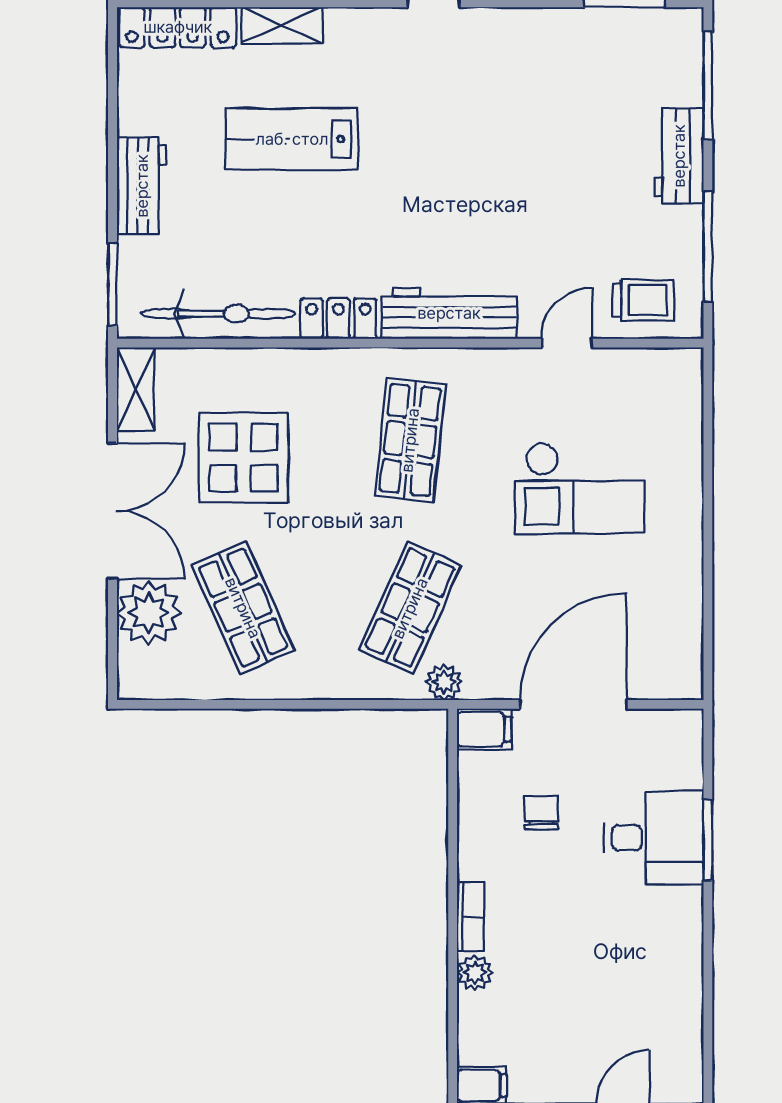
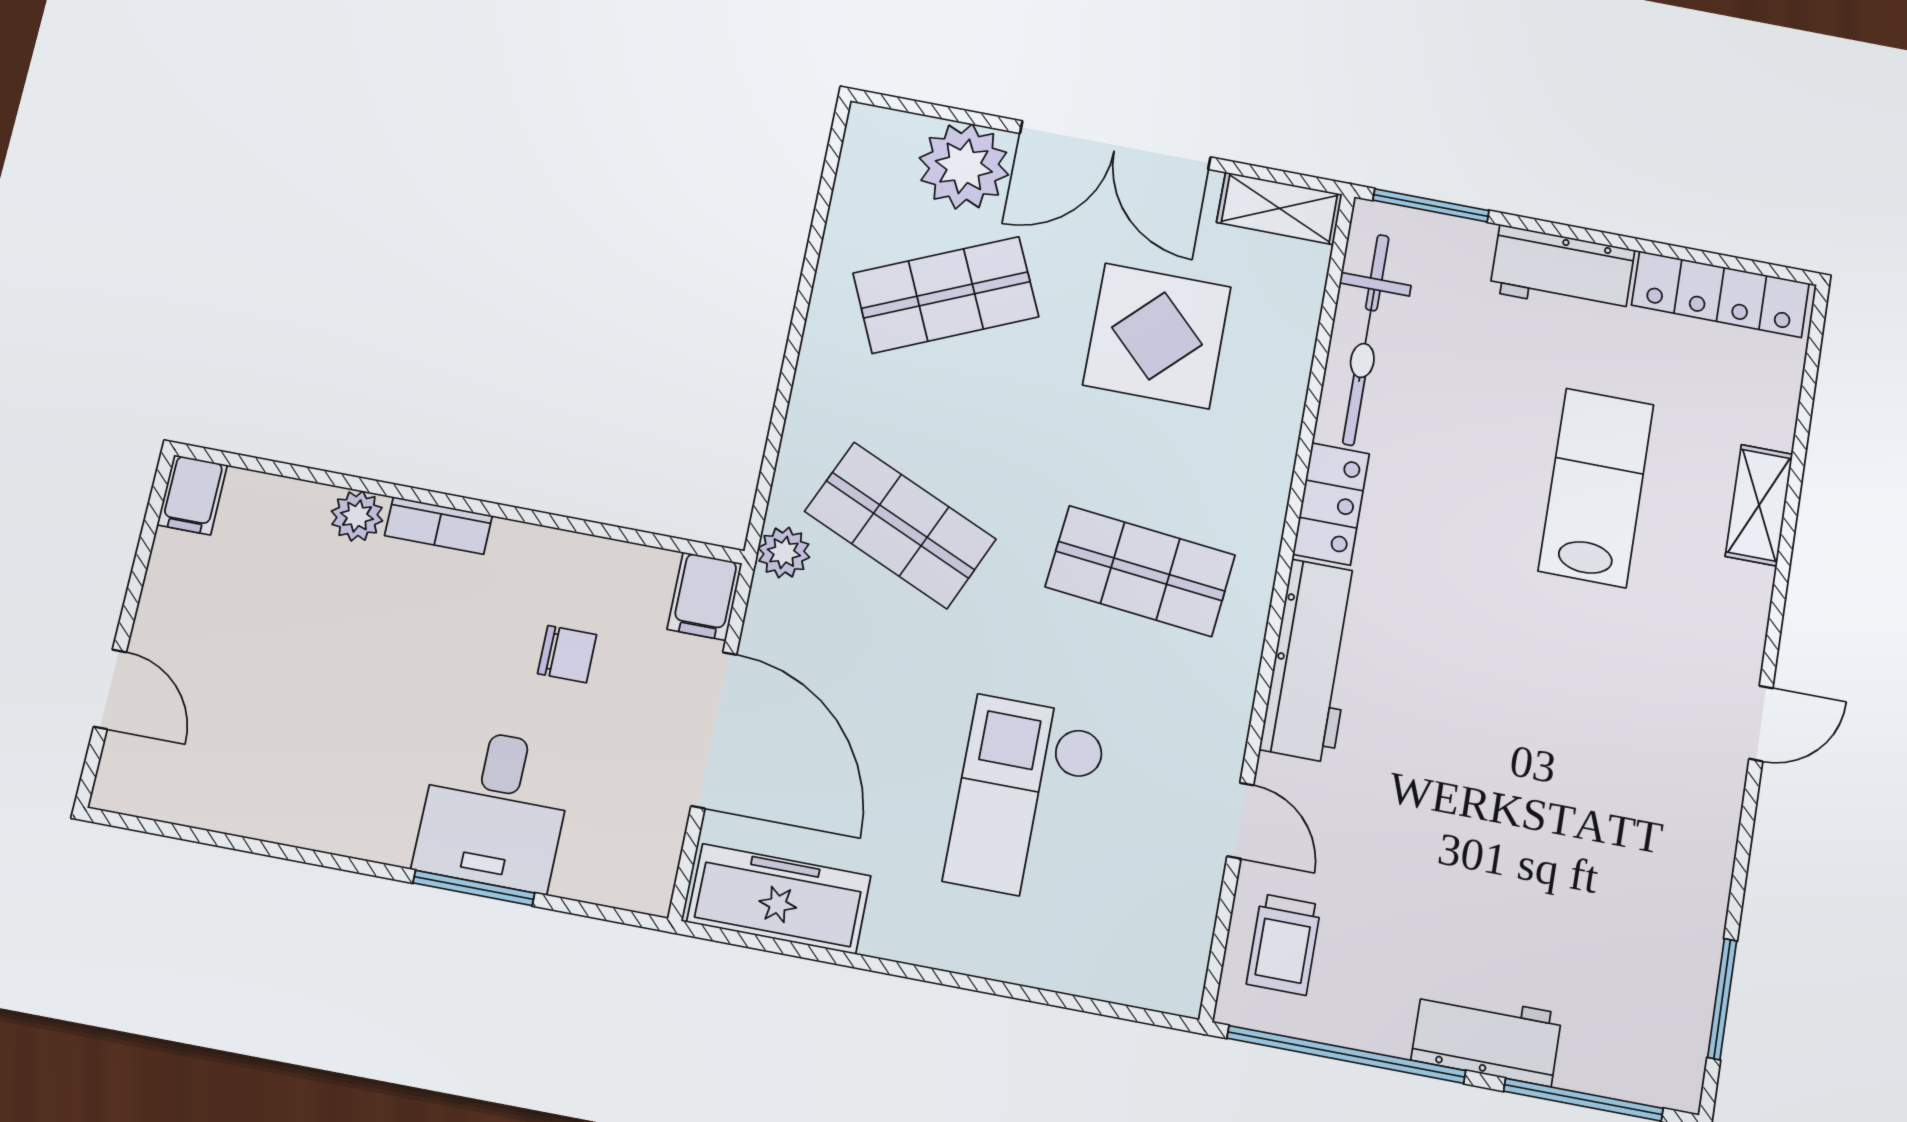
locker: (178, 27) -> (1720, 294), moved, turned -90
window: (708, 247) -> (1346, 1054), width x1.46
freezer: (677, 639) -> (779, 899), added

